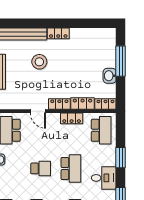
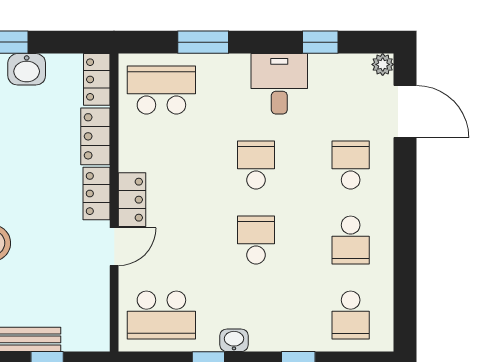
locker: (72, 118) -> (132, 200), moved
window: (121, 158) -> (203, 42), moved
school desk: (71, 168) -> (256, 165), width x0.54

